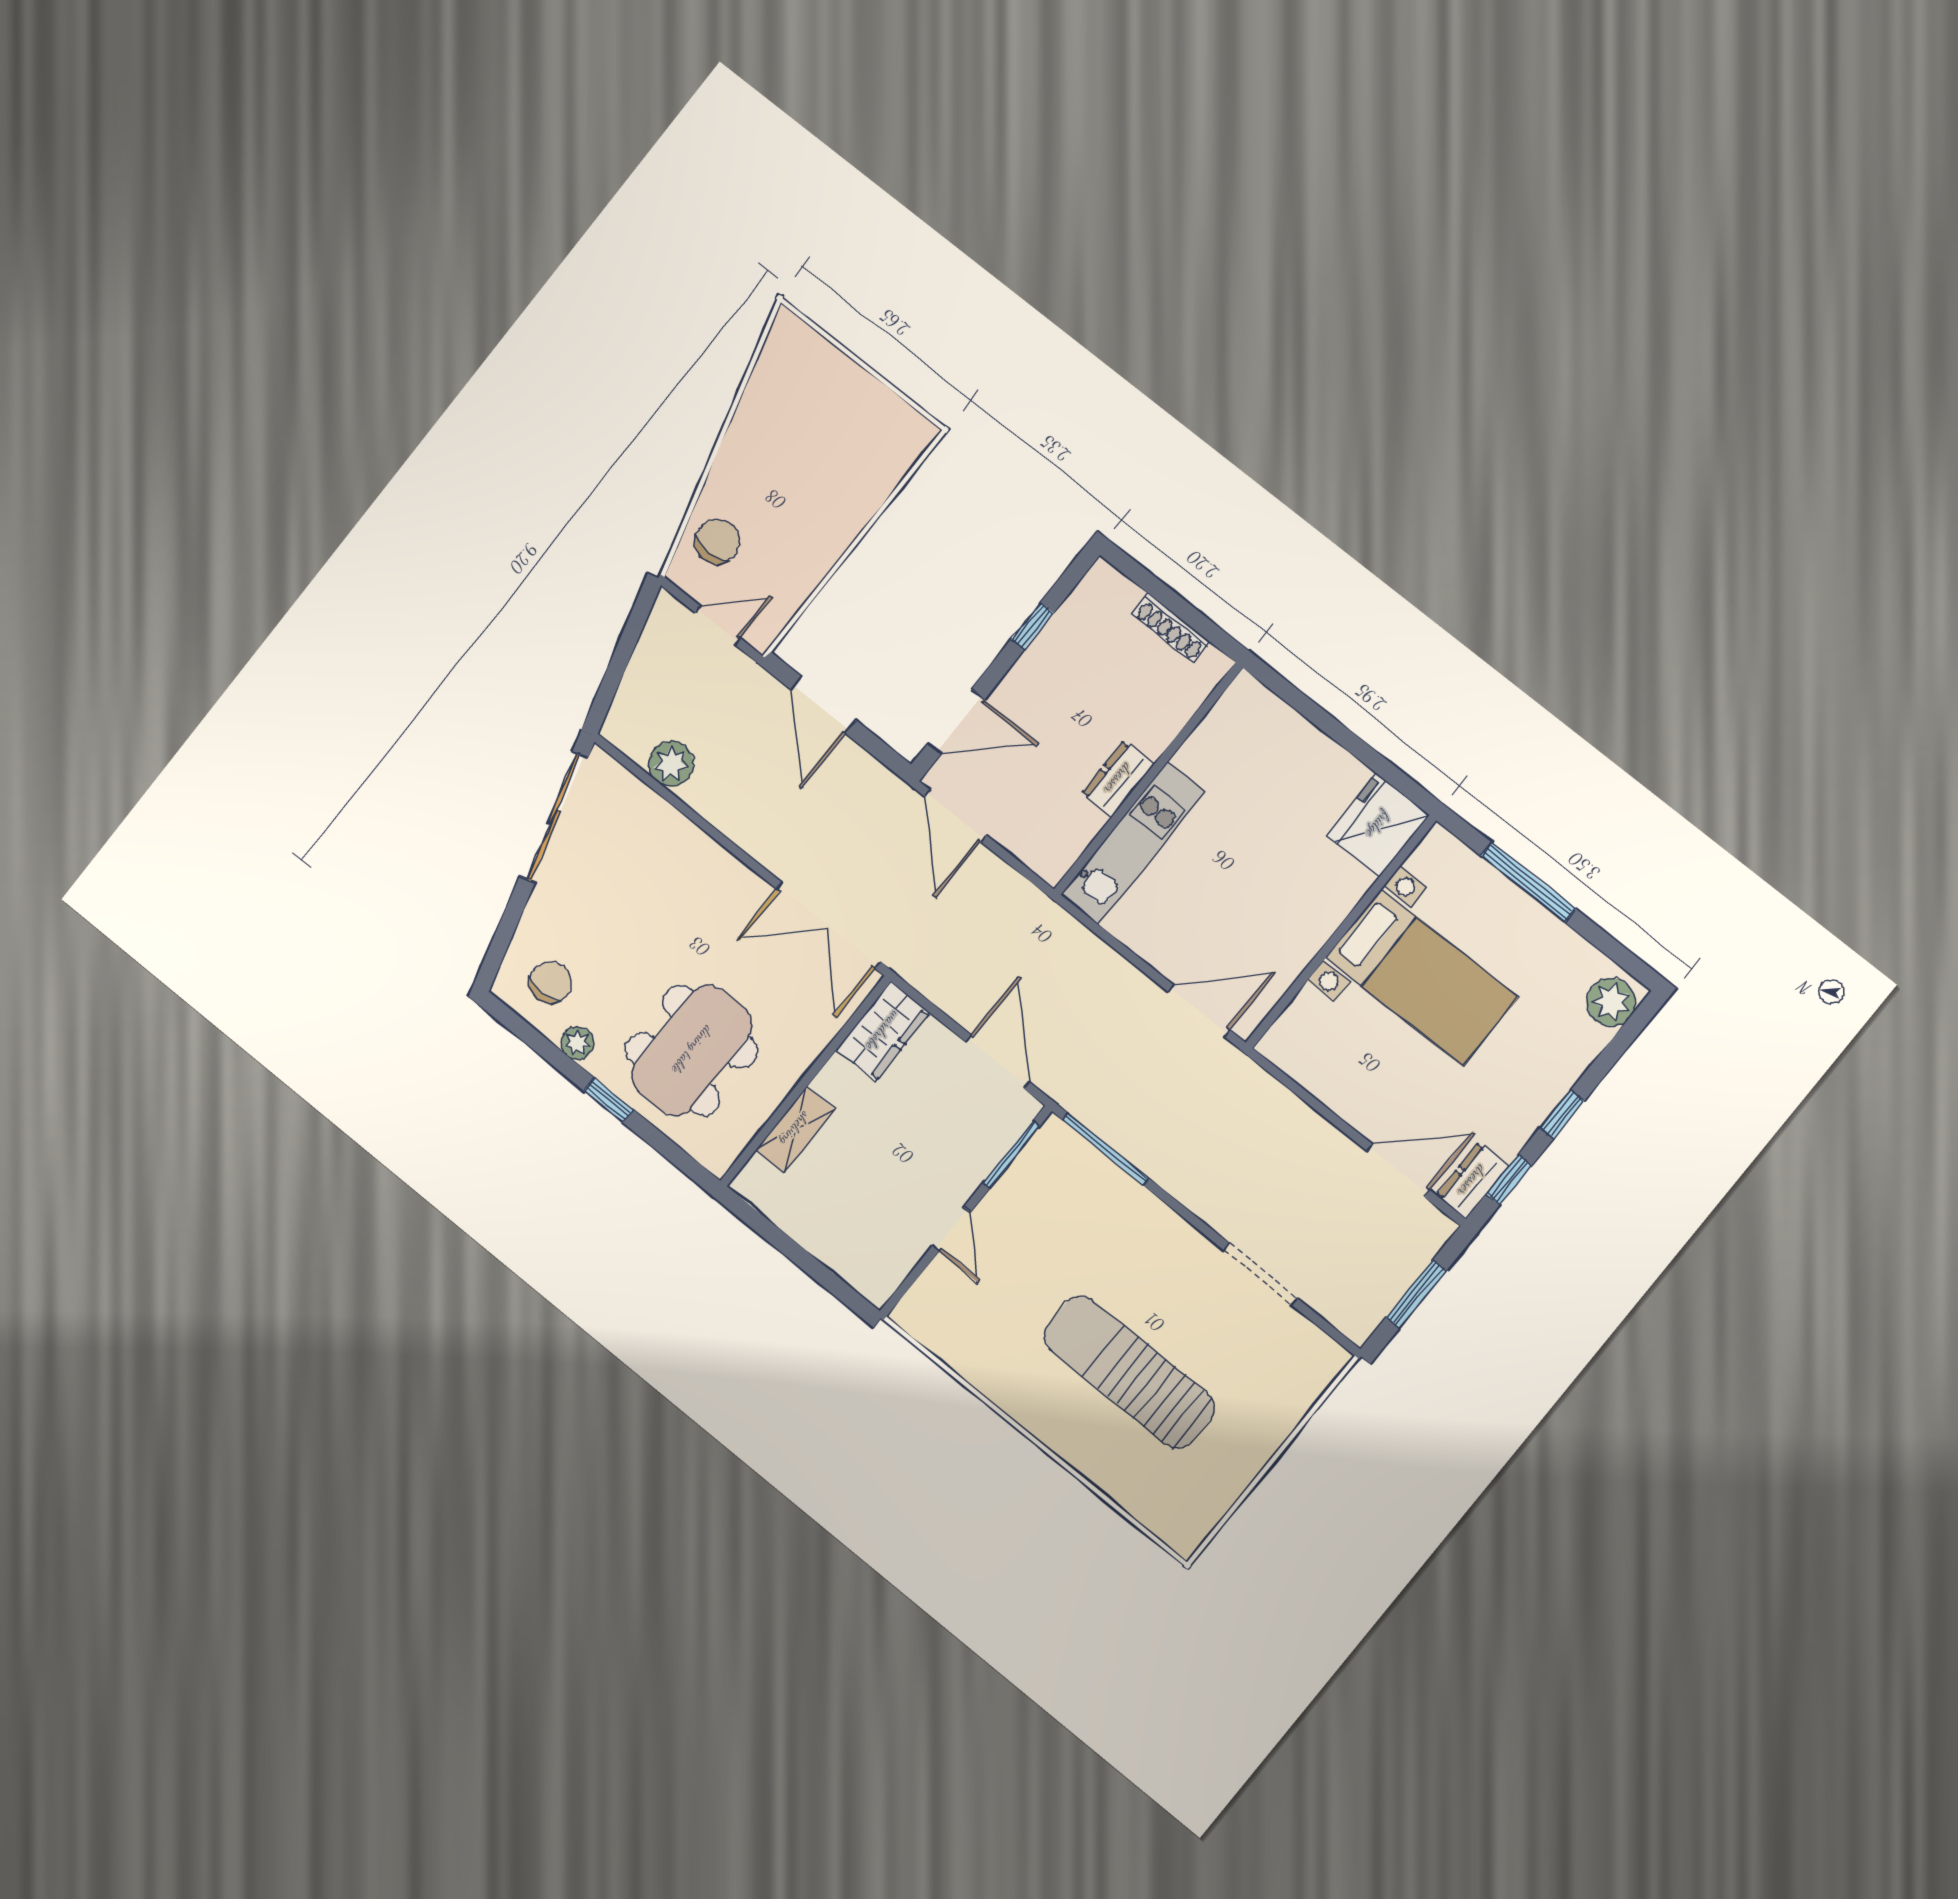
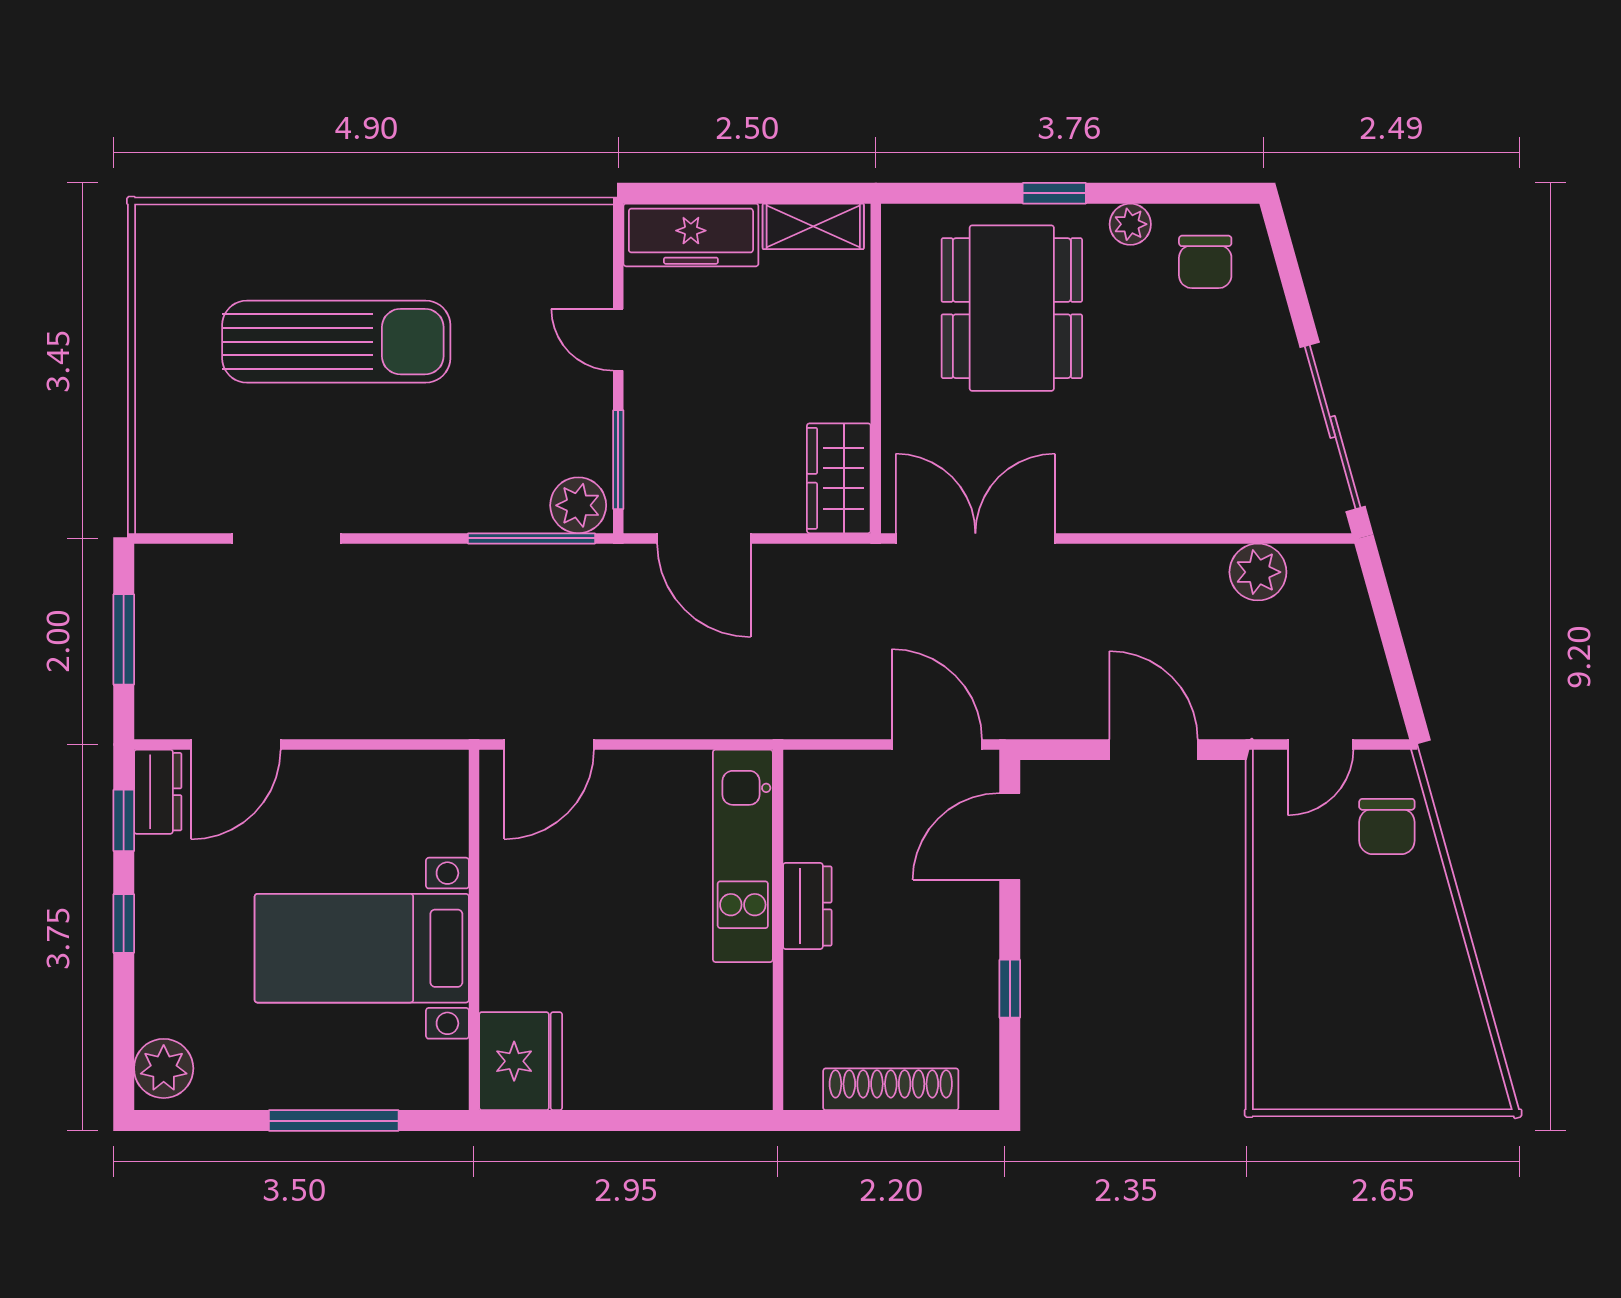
shoe rack: (1171, 628) -> (891, 1089), width x1.36, depth x1.24
shelving: (795, 1129) -> (813, 226), moved, turned 90
plant: (1060, 1146) -> (578, 505), added
freezer: (854, 1258) -> (691, 235), added

